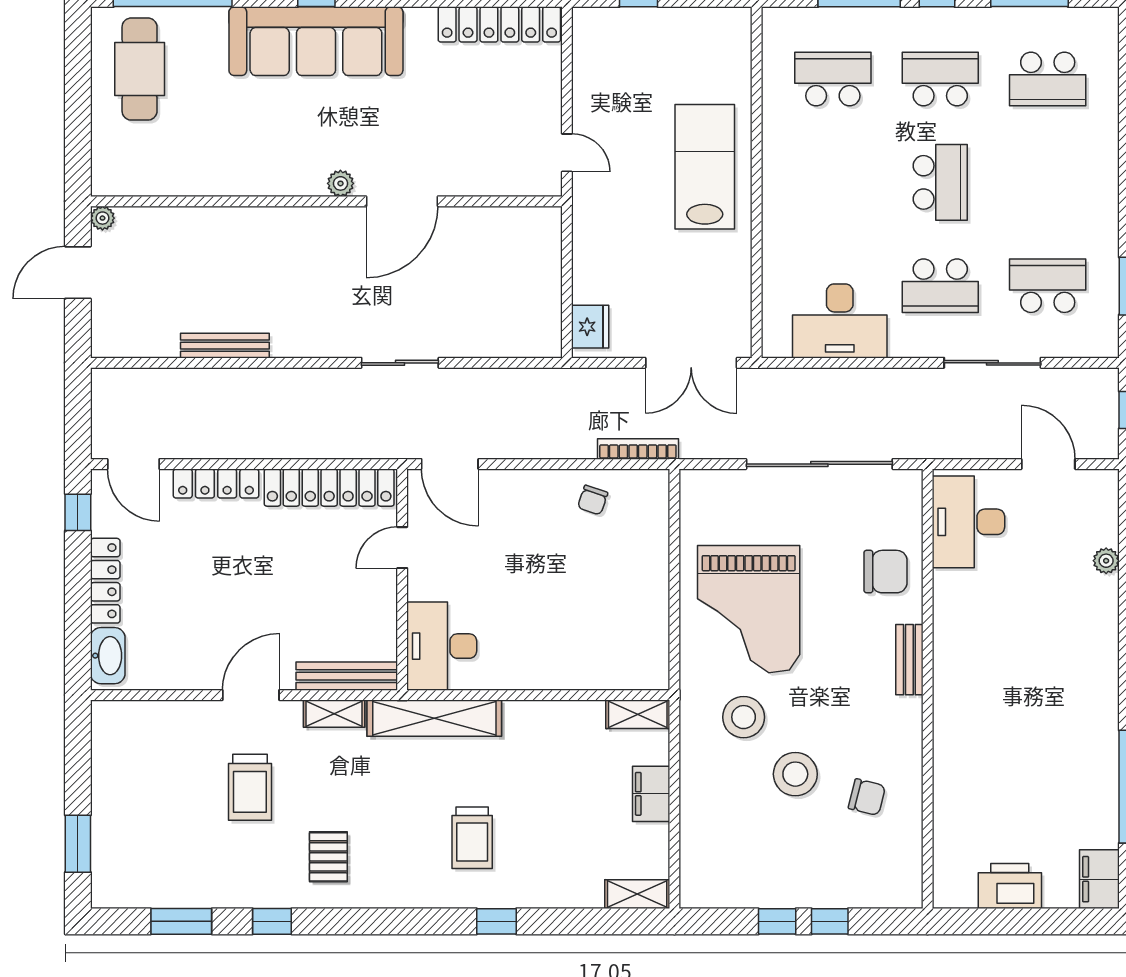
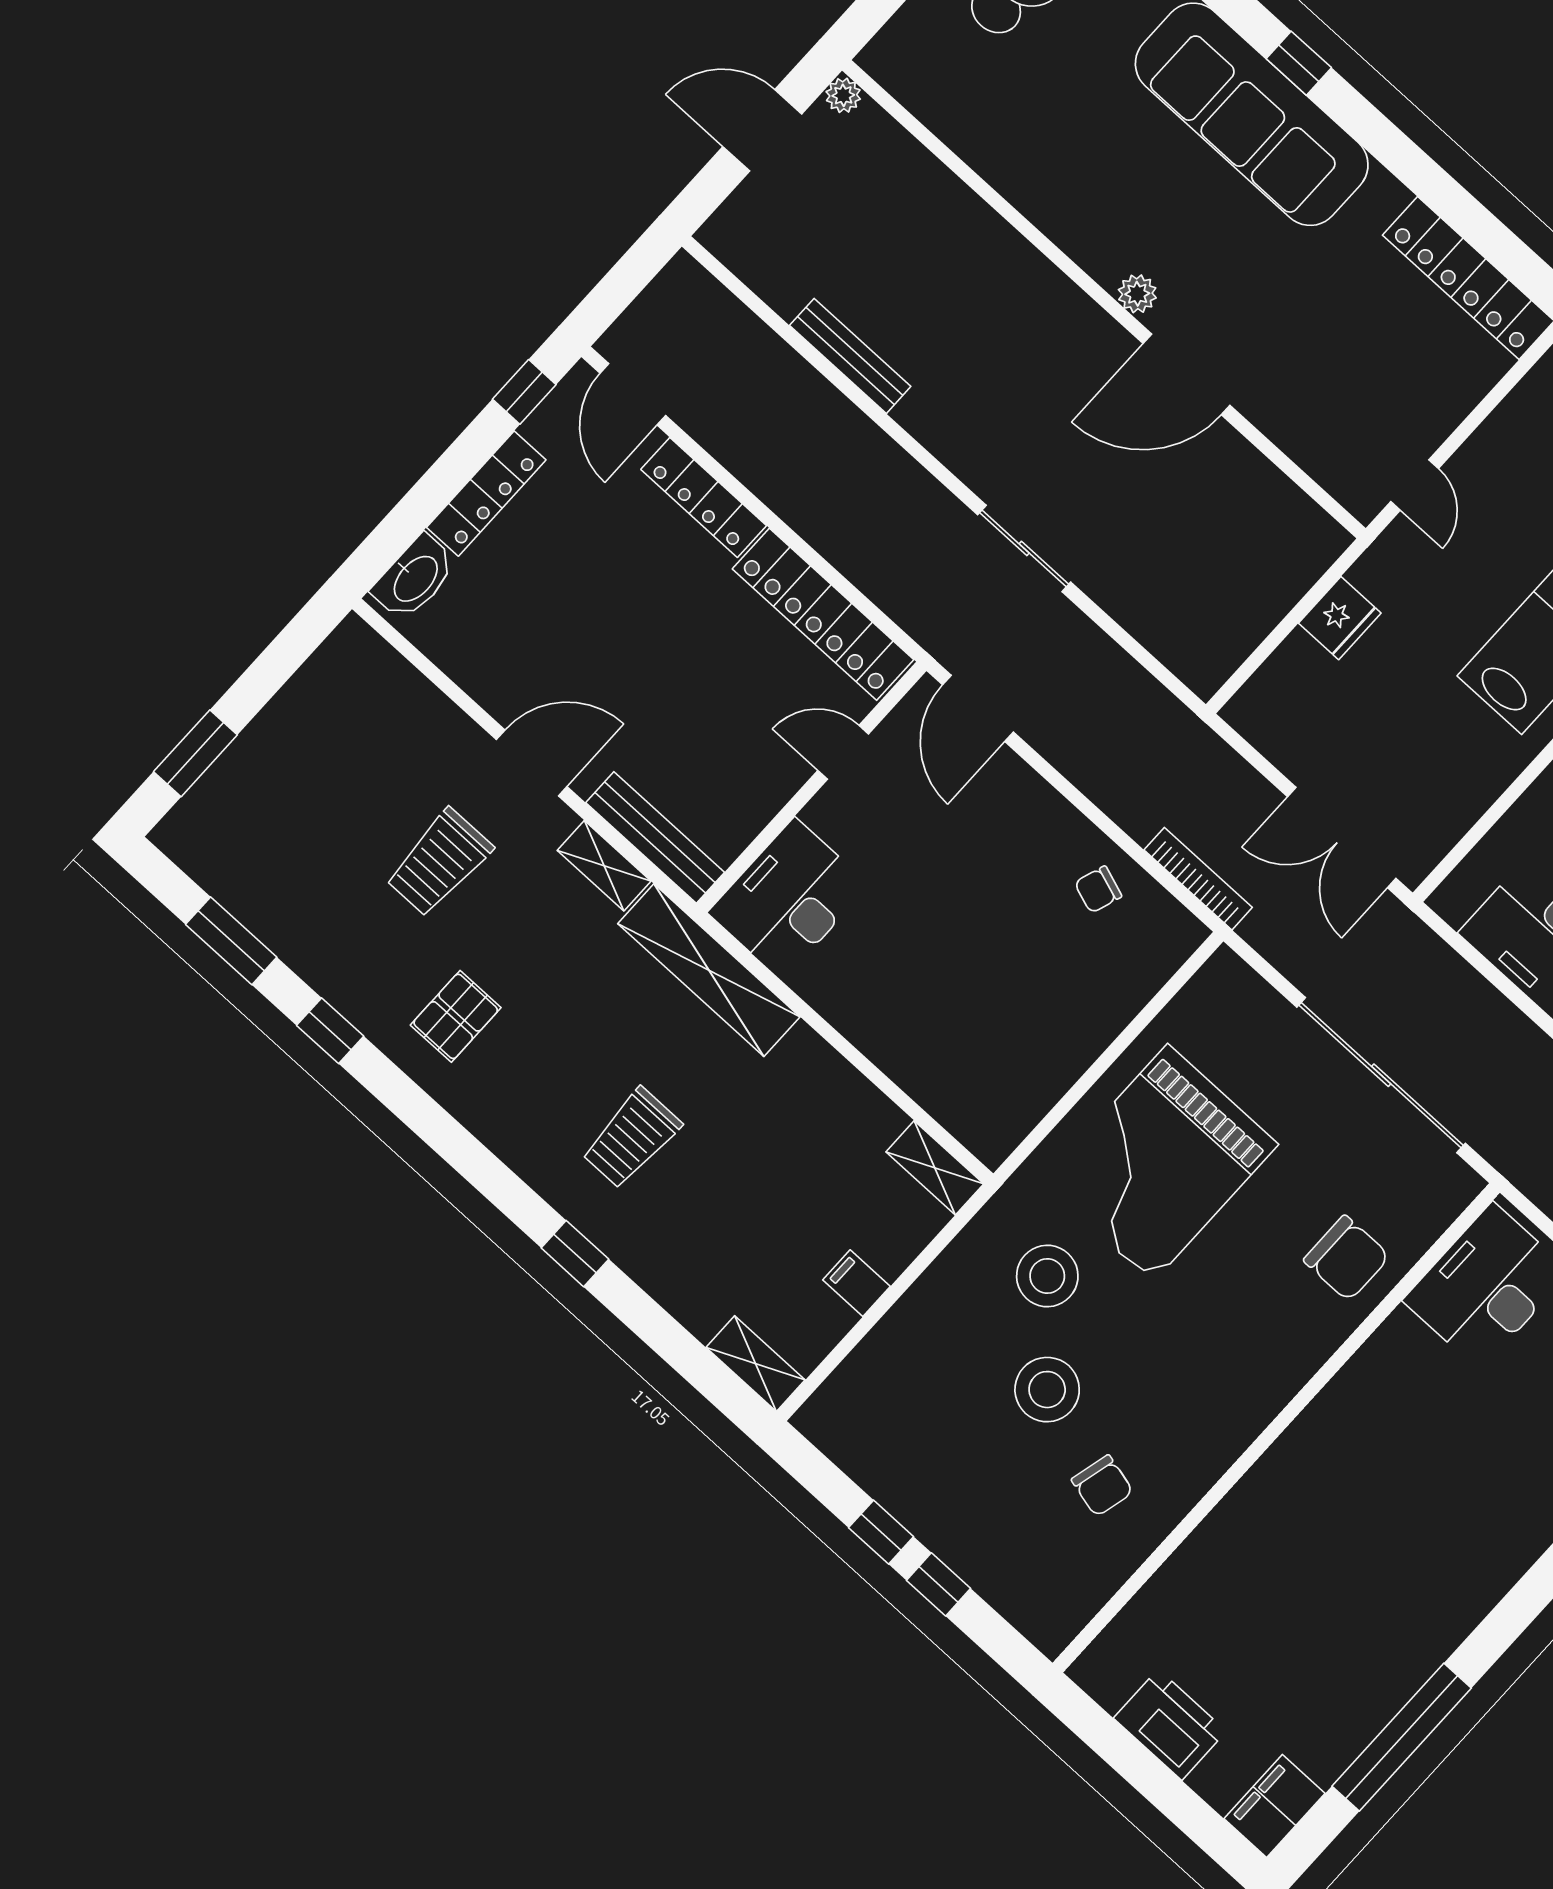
fridge: (590, 327) -> (1340, 618), moved
bench: (909, 660) -> (1285, 1378), removed
filing cabinet: (651, 794) -> (857, 1283), width x0.50

